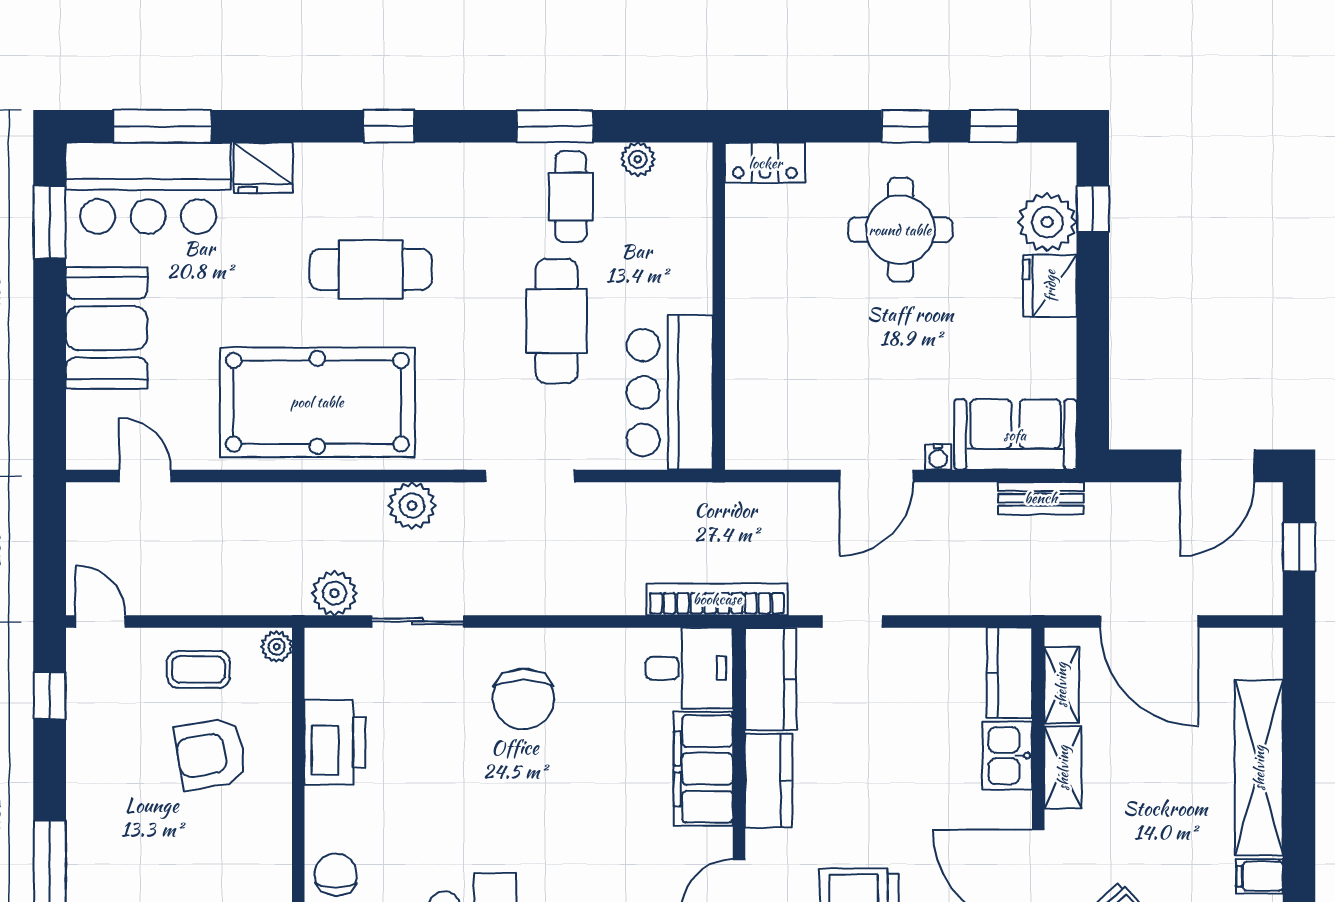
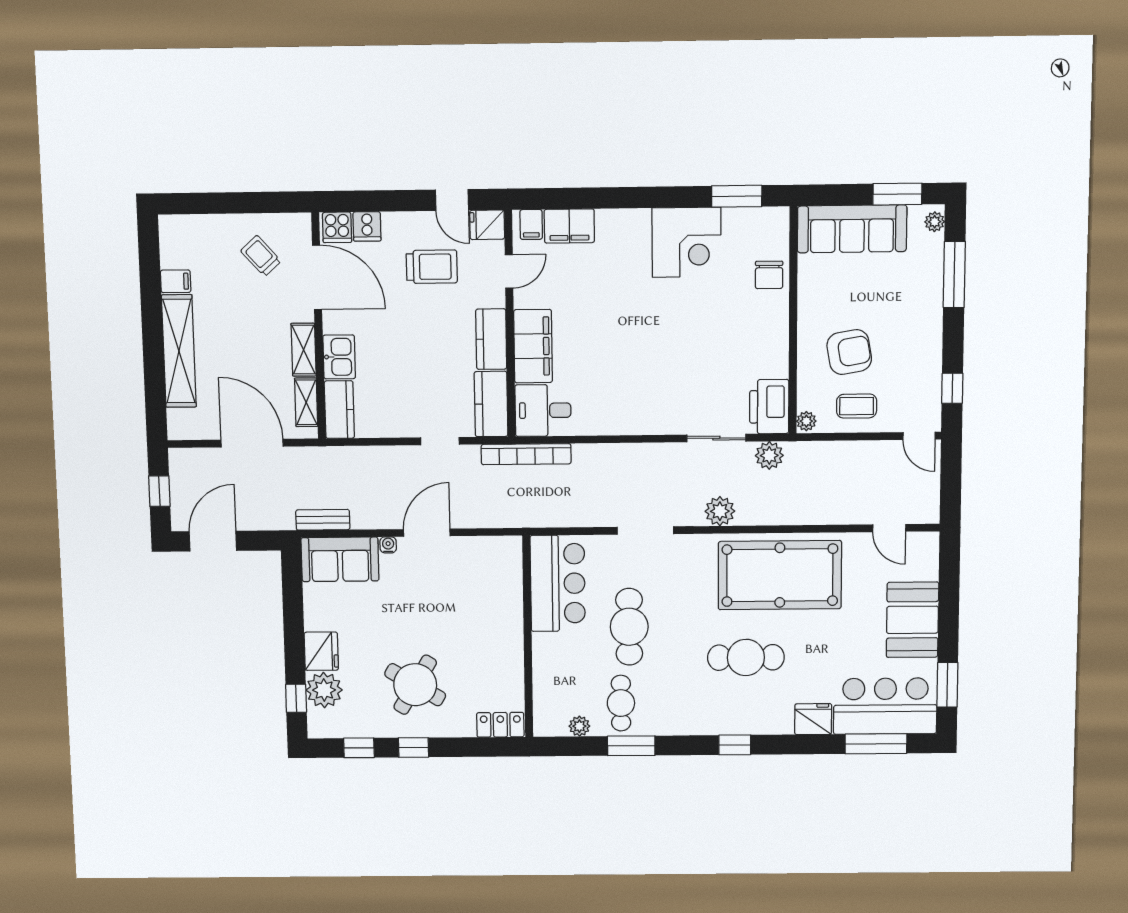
round table: (900, 230) -> (415, 685), turned 31
chair: (523, 699) -> (649, 389), removed
printer: (335, 743) -> (769, 407), moved

